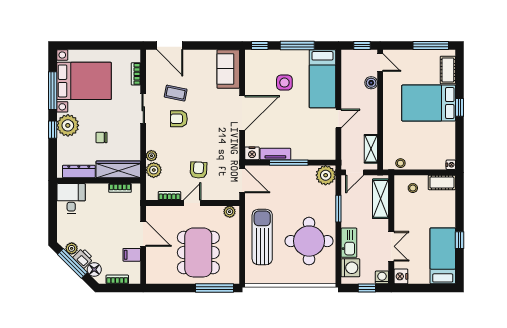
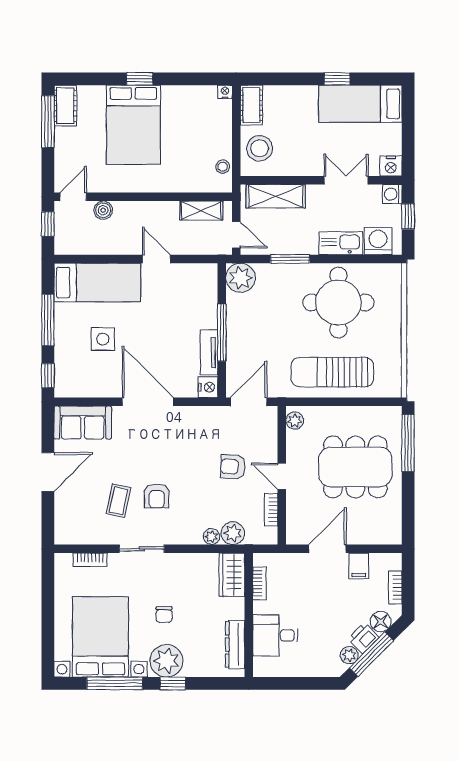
door: (170, 46) -> (48, 472), moved
cot: (448, 70) -> (65, 106), moved, turned 90
chair: (101, 137) -> (164, 615), moved
wardrobe: (118, 169) -> (232, 575), width x0.67
stool: (413, 188) -> (260, 148), width x1.89, depth x1.89
desk: (71, 199) -> (275, 635), moved

